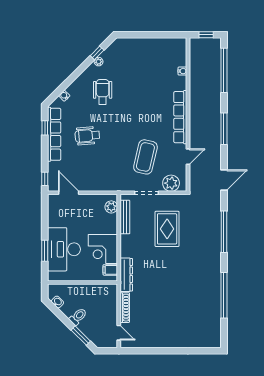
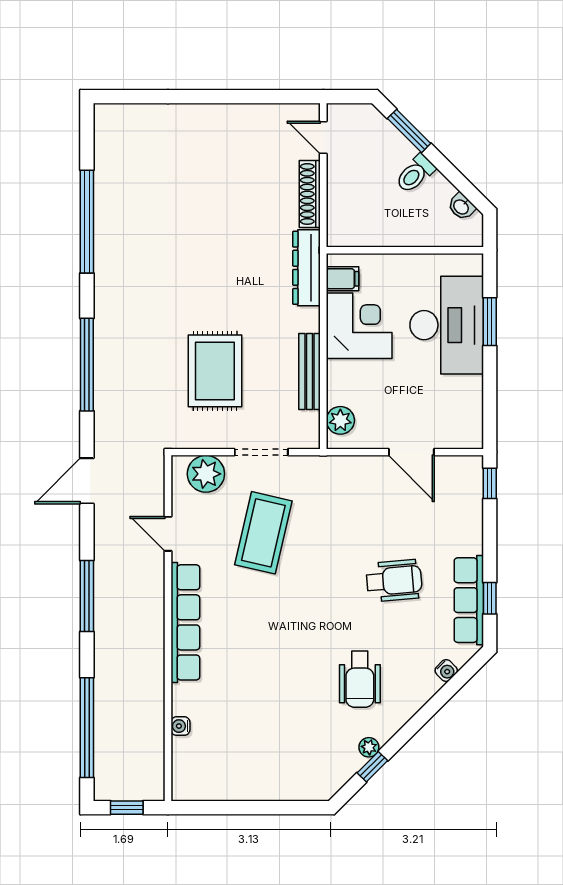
row of seats: (54, 134) -> (469, 600), width x0.73
door: (188, 157) -> (168, 534), hinge flipped
door: (69, 193) -> (411, 452), moved
bench: (125, 217) -> (309, 371), moved

